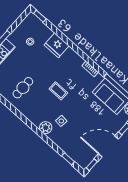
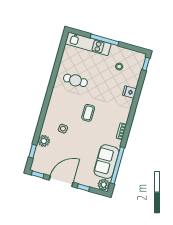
fridge: (57, 45) -> (130, 92), width x0.53, depth x0.75
plant: (46, 128) -> (44, 141), moved
door: (108, 146) -> (61, 181), hinge flipped

